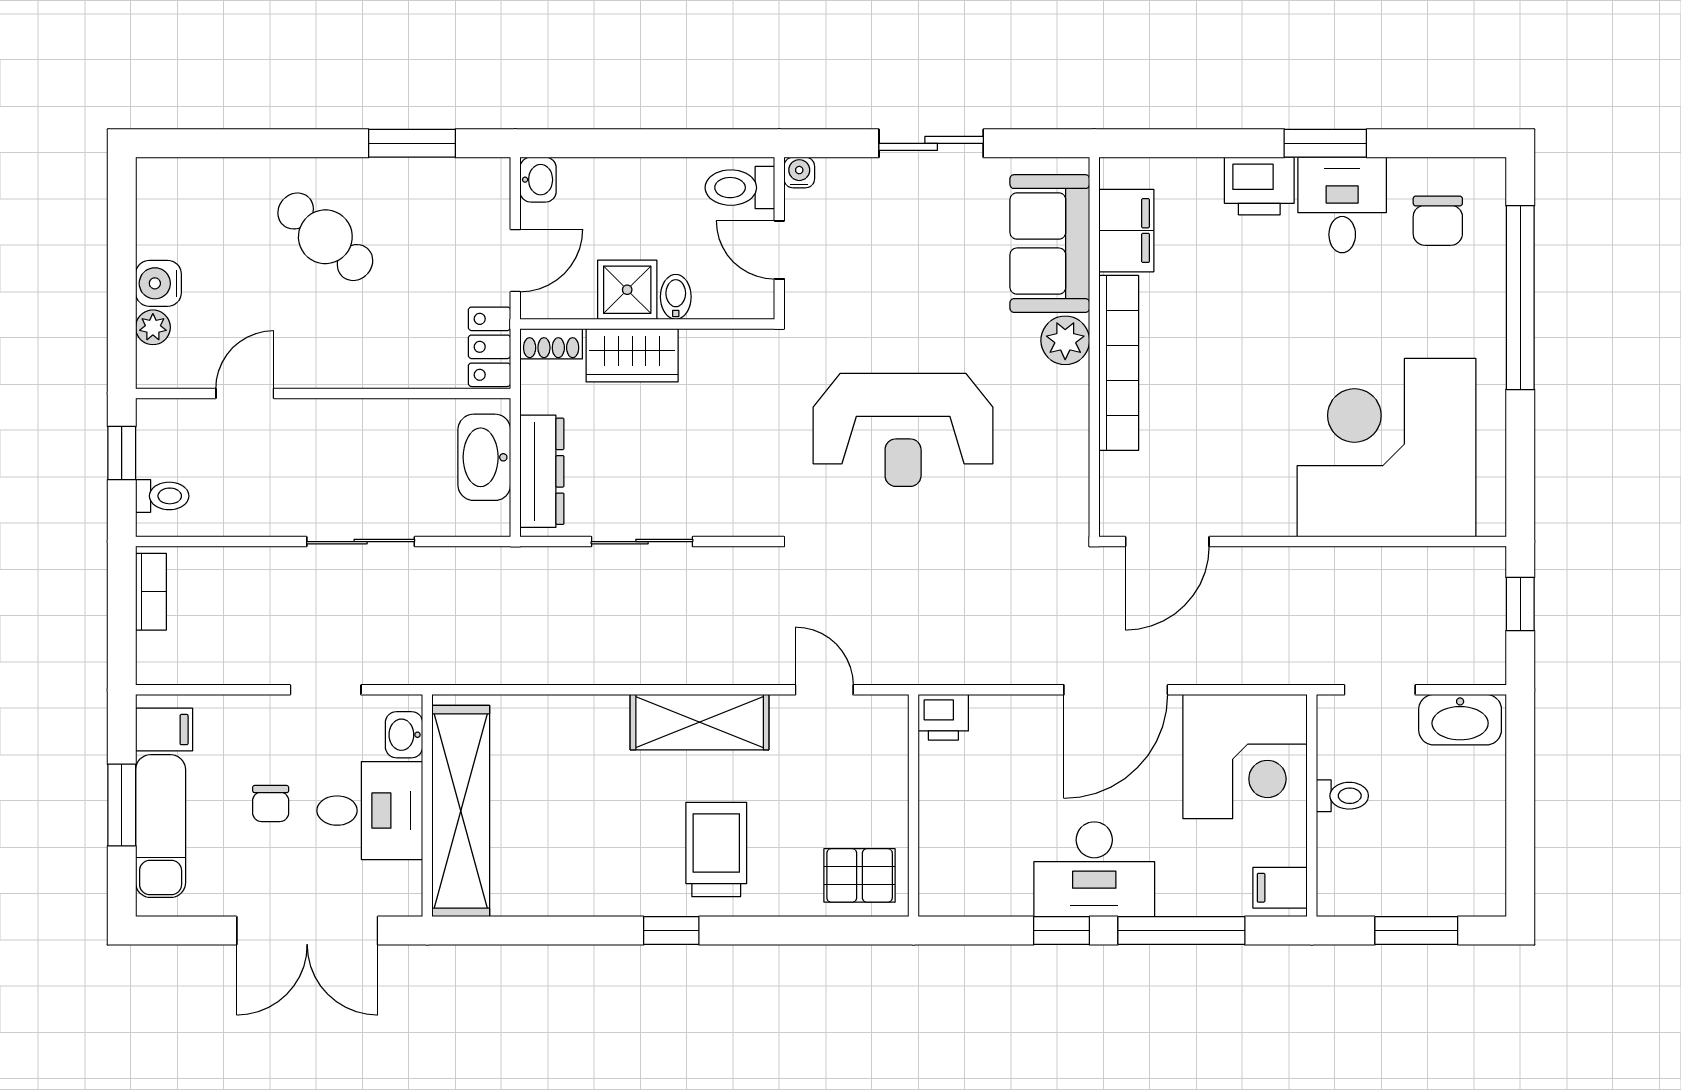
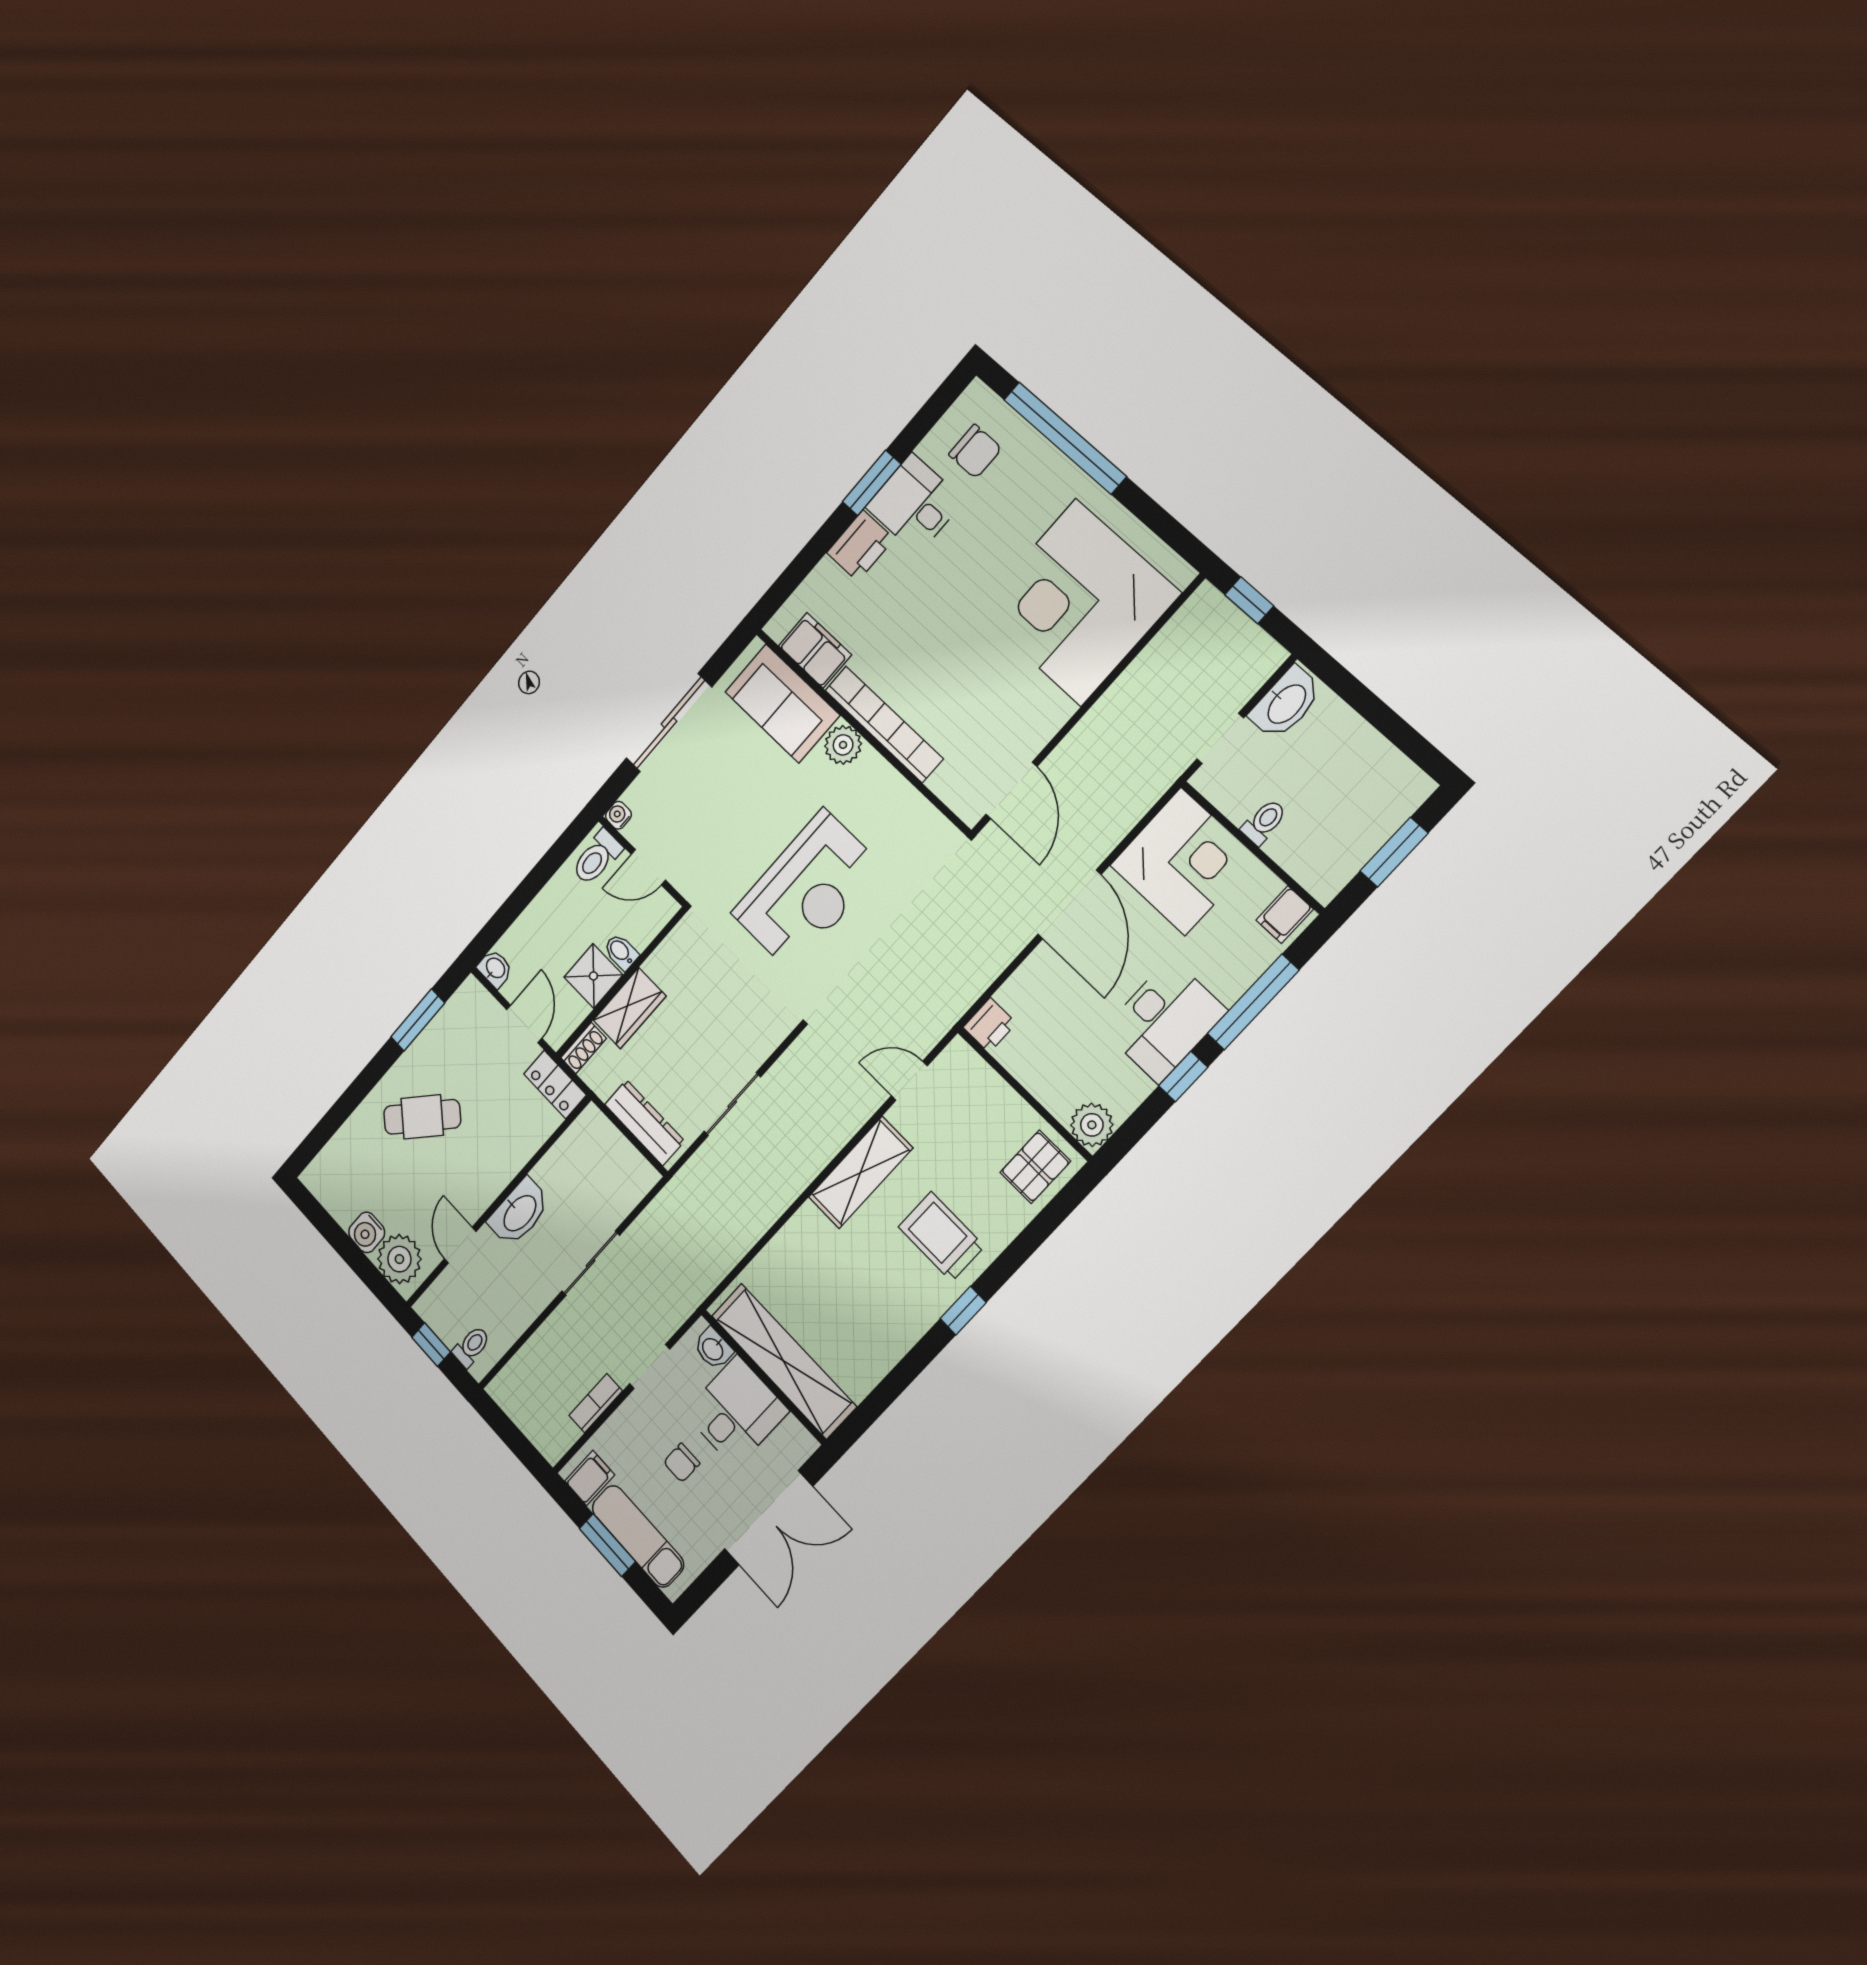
sliding door: (931, 143) -> (669, 723), width x1.37
plant: (153, 327) -> (399, 1259), width x1.87, depth x1.87
washbasin: (484, 457) -> (519, 1212), moved, turned -90
bookcase: (151, 592) -> (596, 1403), moved, turned -90
chair: (271, 804) -> (682, 1463), turned 90
plant: (944, 891) -> (1092, 1125), added

